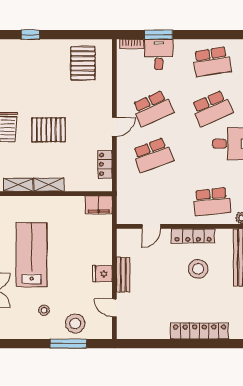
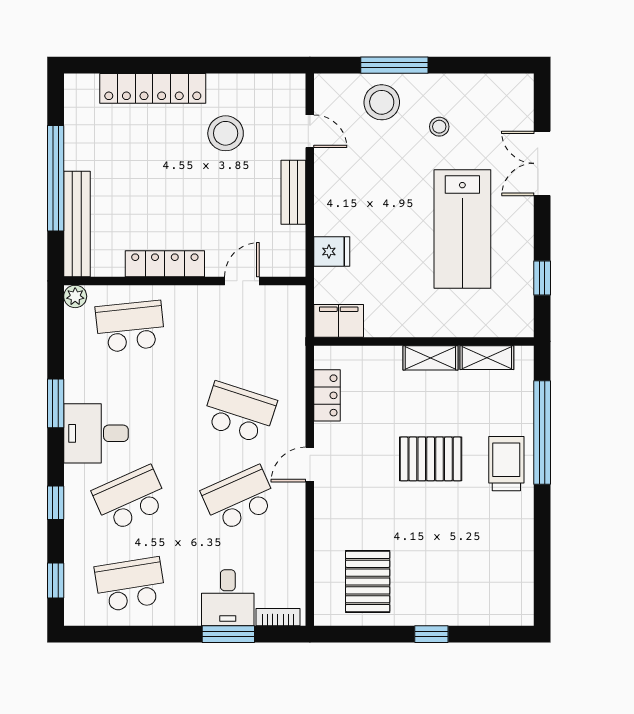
window: (30, 35) -> (431, 634), moved
school desk: (153, 155) -> (239, 412), turned 39
stool: (198, 269) -> (226, 133), moved
fridge: (102, 274) -> (332, 251), moved

